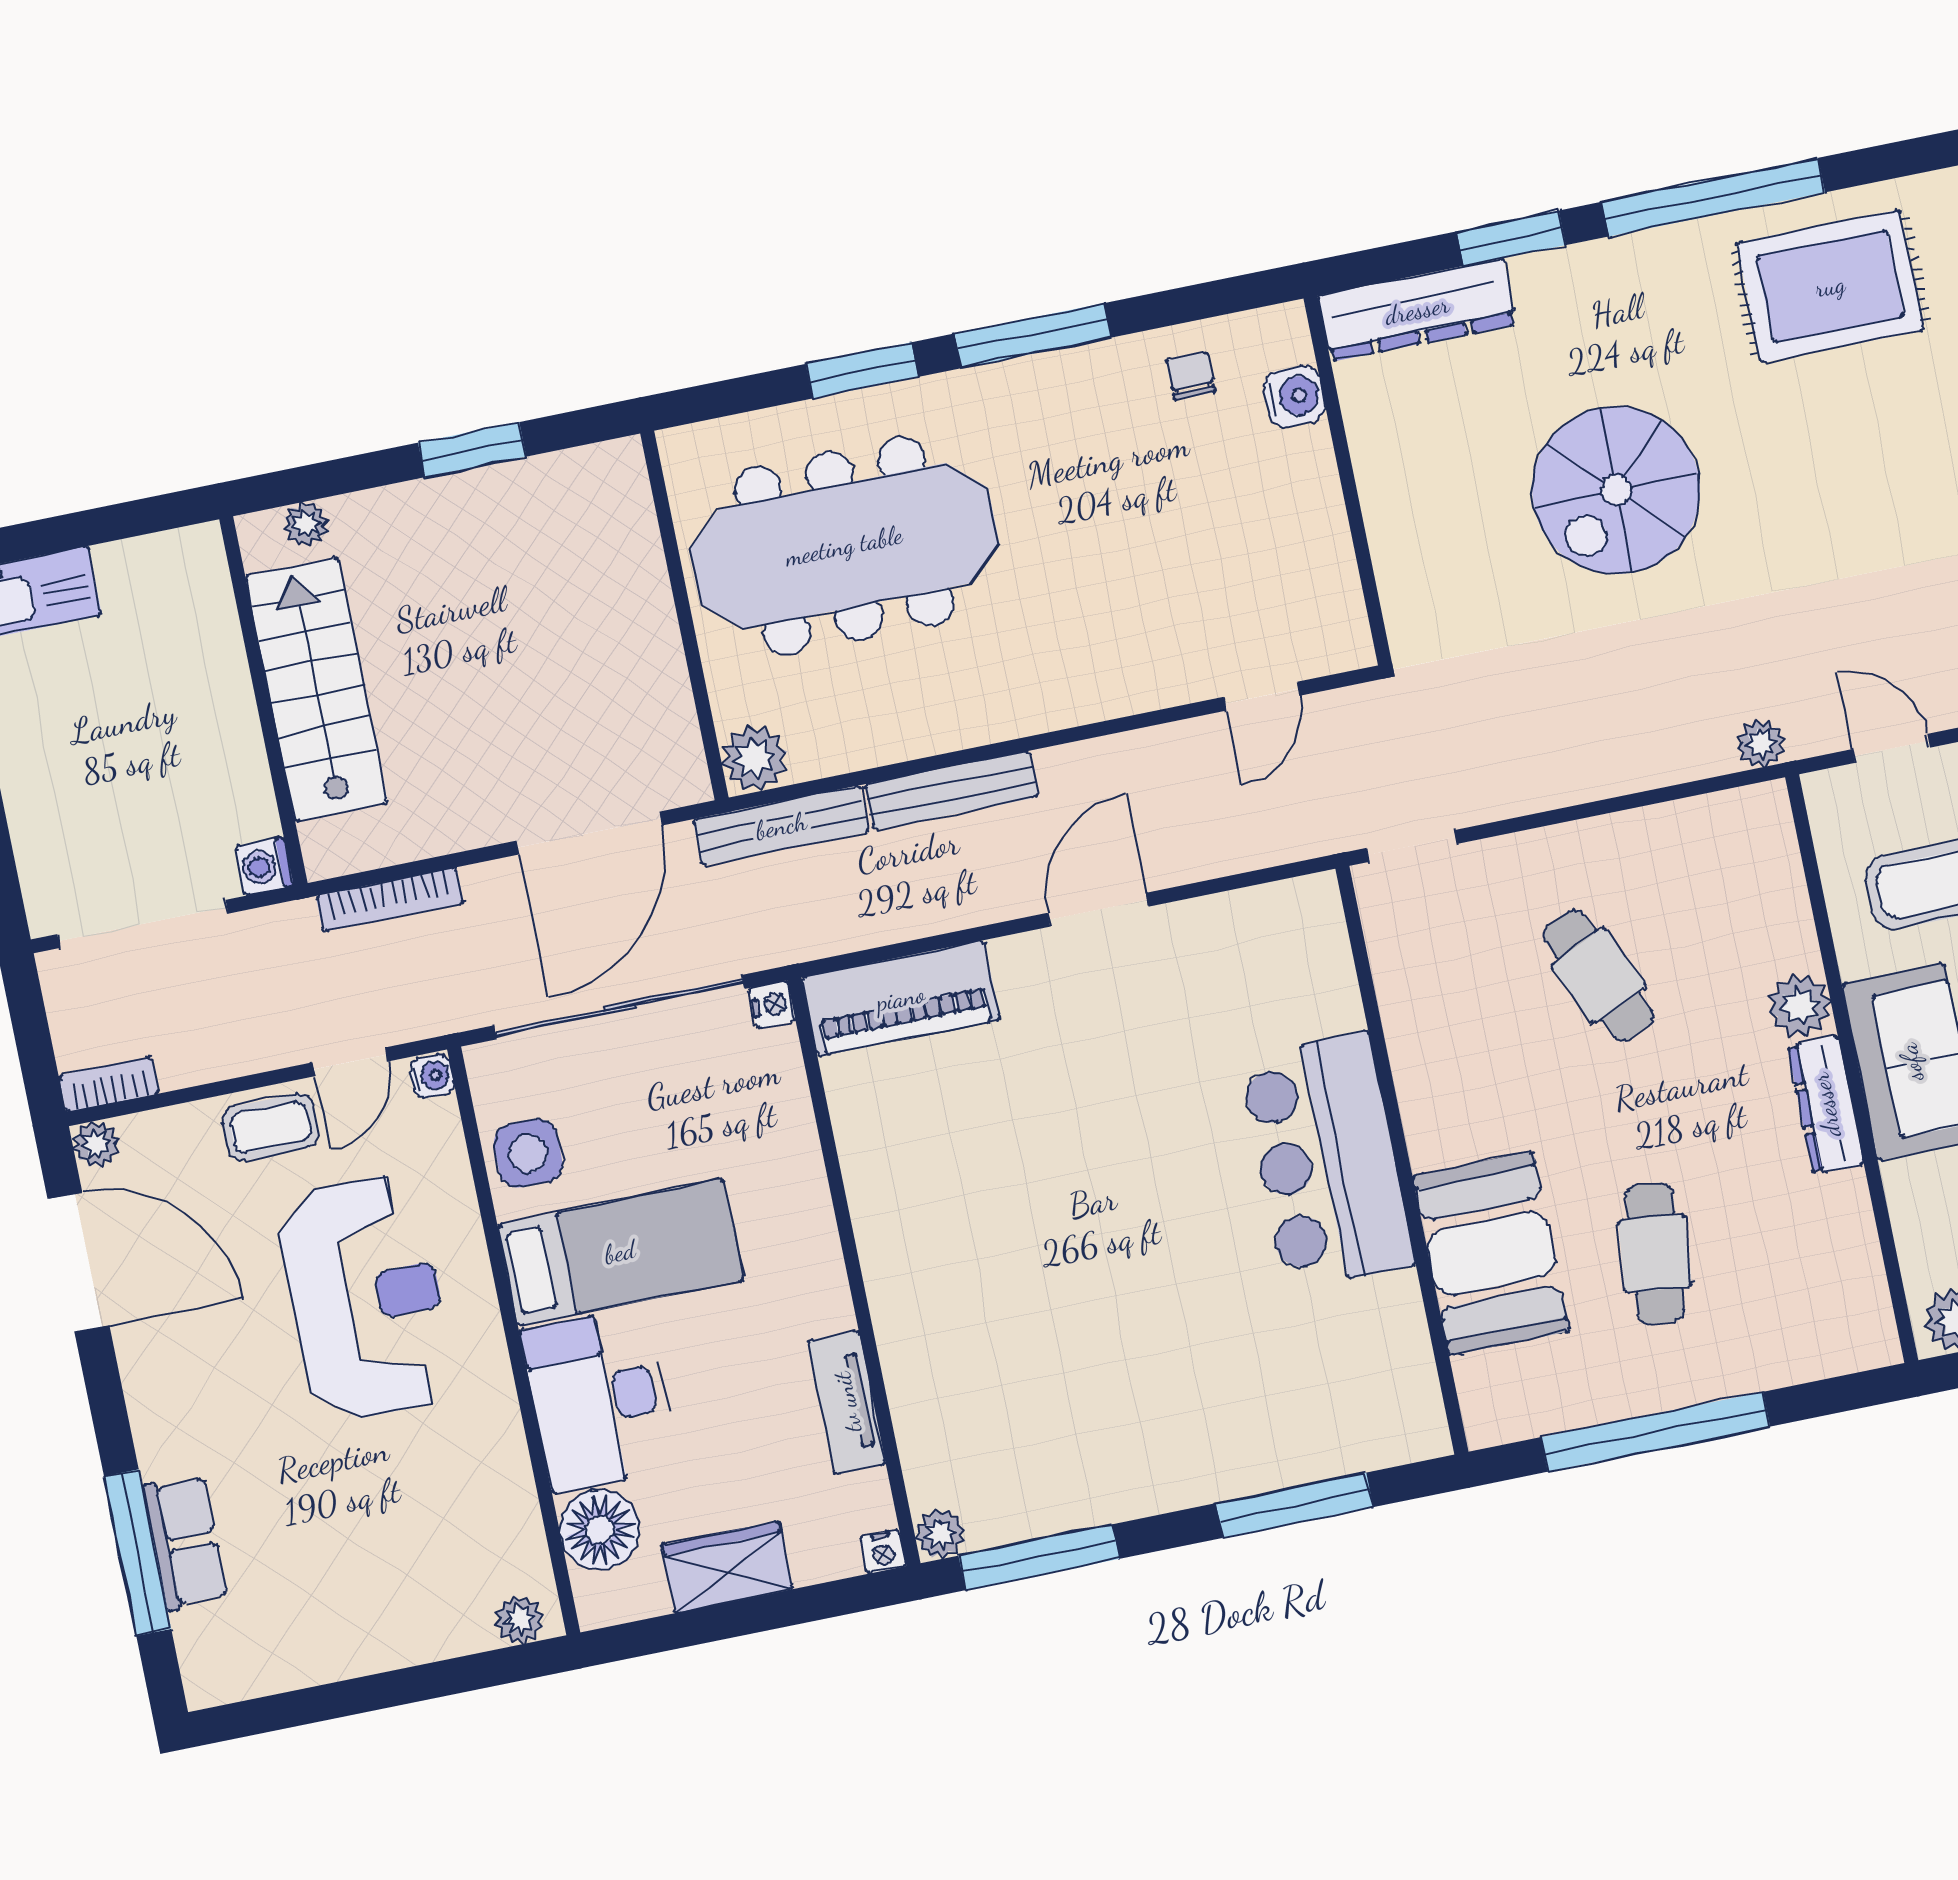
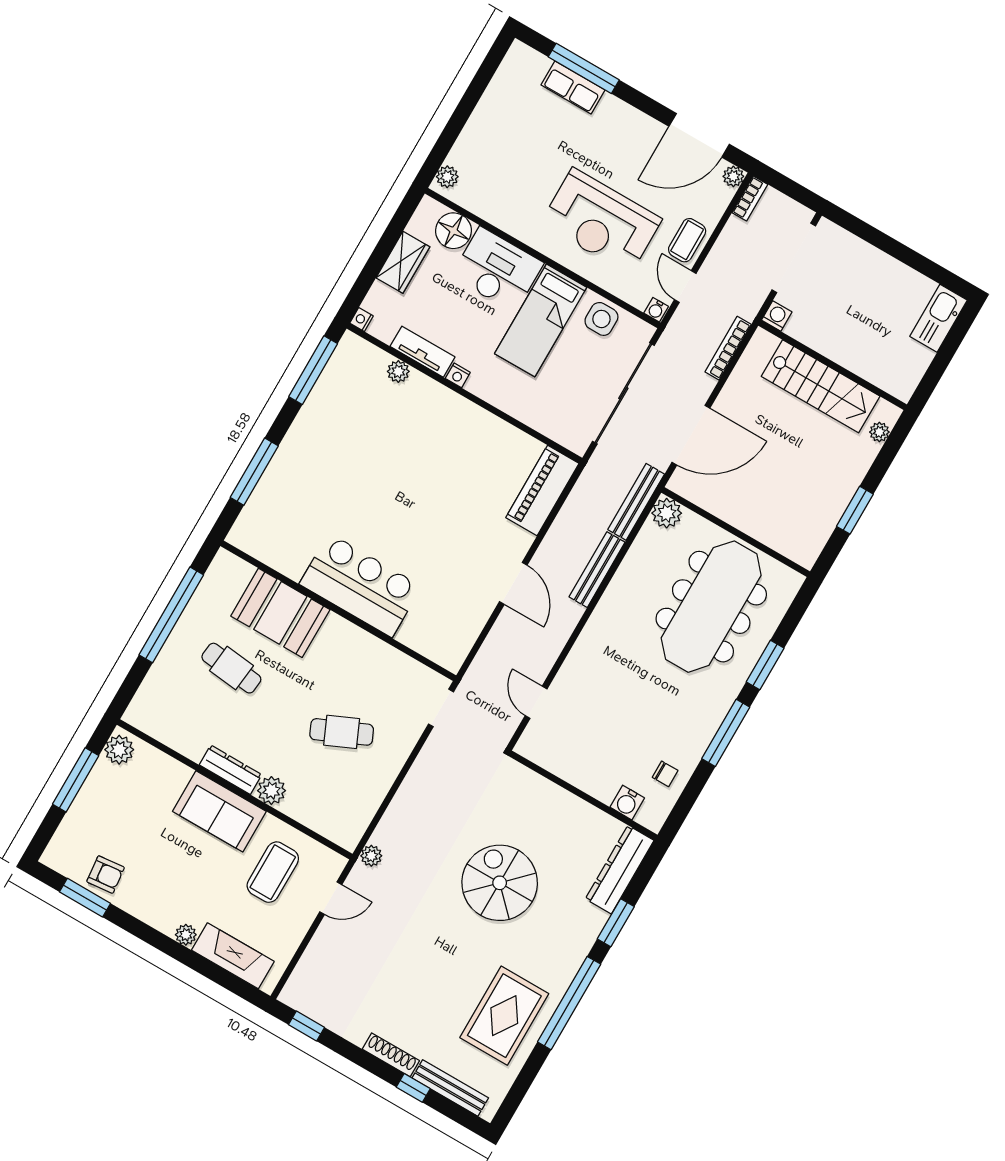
door: (589, 833) -> (691, 435), swing flipped
nightstand: (772, 1005) -> (458, 375), moved
plant: (940, 1534) -> (398, 371), moved

